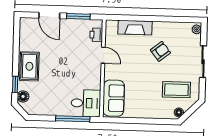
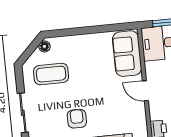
armchair: (160, 51) -> (77, 119), turned 128
door: (103, 55) -> (145, 91), moved

